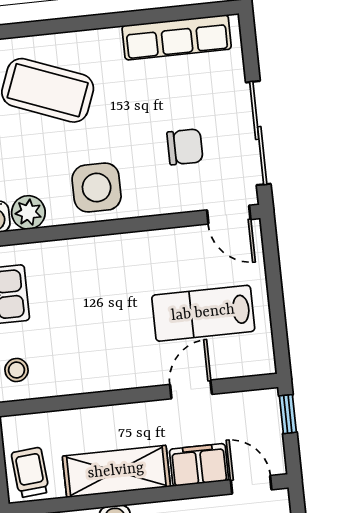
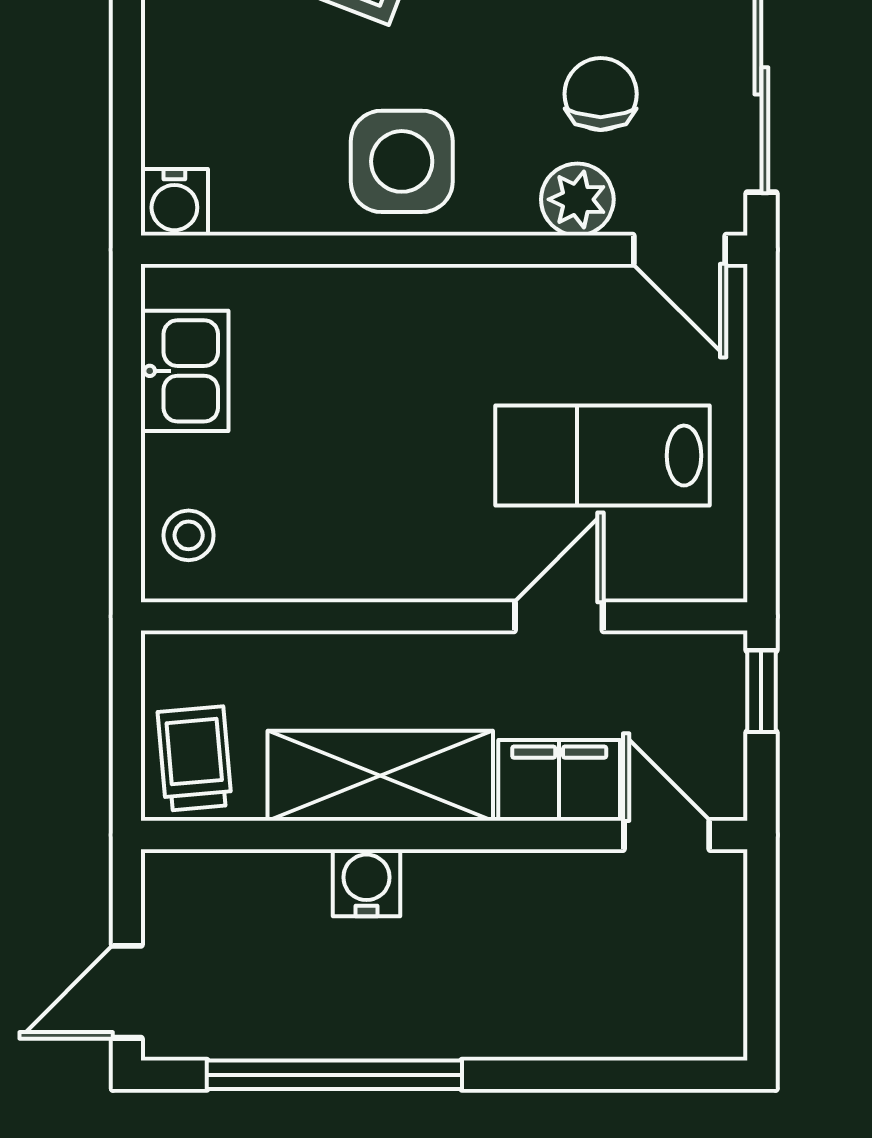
chair: (185, 147) -> (601, 94), turned -90
plant: (28, 212) -> (577, 199), moved

